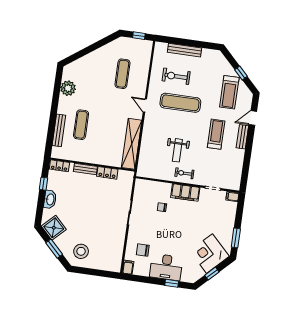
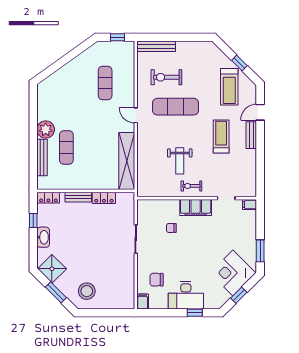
bench: (185, 50) -> (156, 46), moved
plant: (68, 88) -> (46, 130), moved

